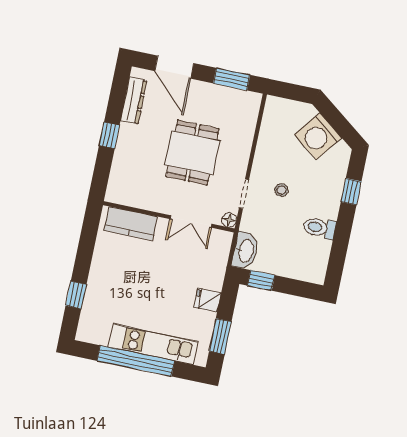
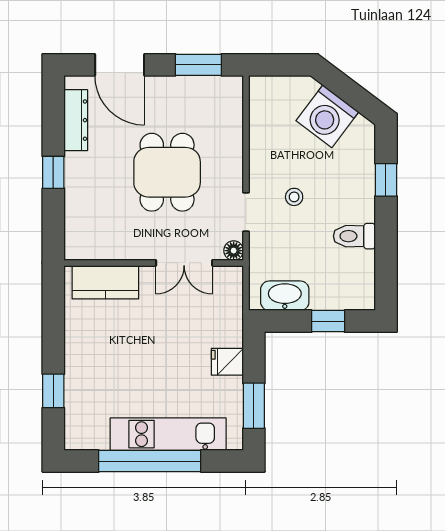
washbasin: (245, 251) -> (285, 296), moved, turned -90
window: (261, 280) -> (328, 321), moved

